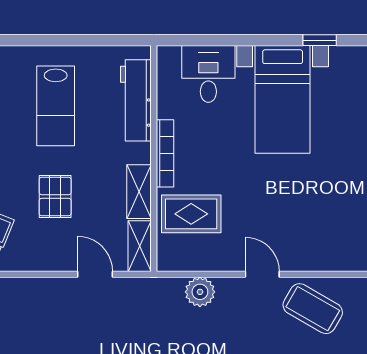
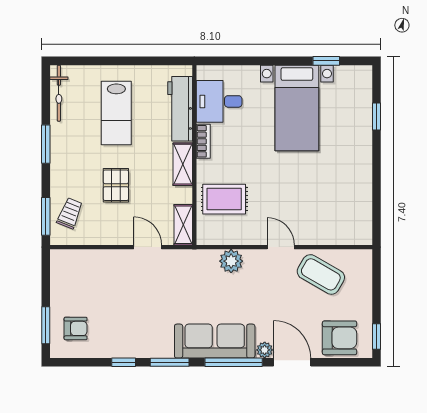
desk: (208, 74) -> (219, 101), moved, turned -90
bookcase: (165, 153) -> (203, 141), width x0.64
shelving: (139, 192) -> (183, 164), moved

